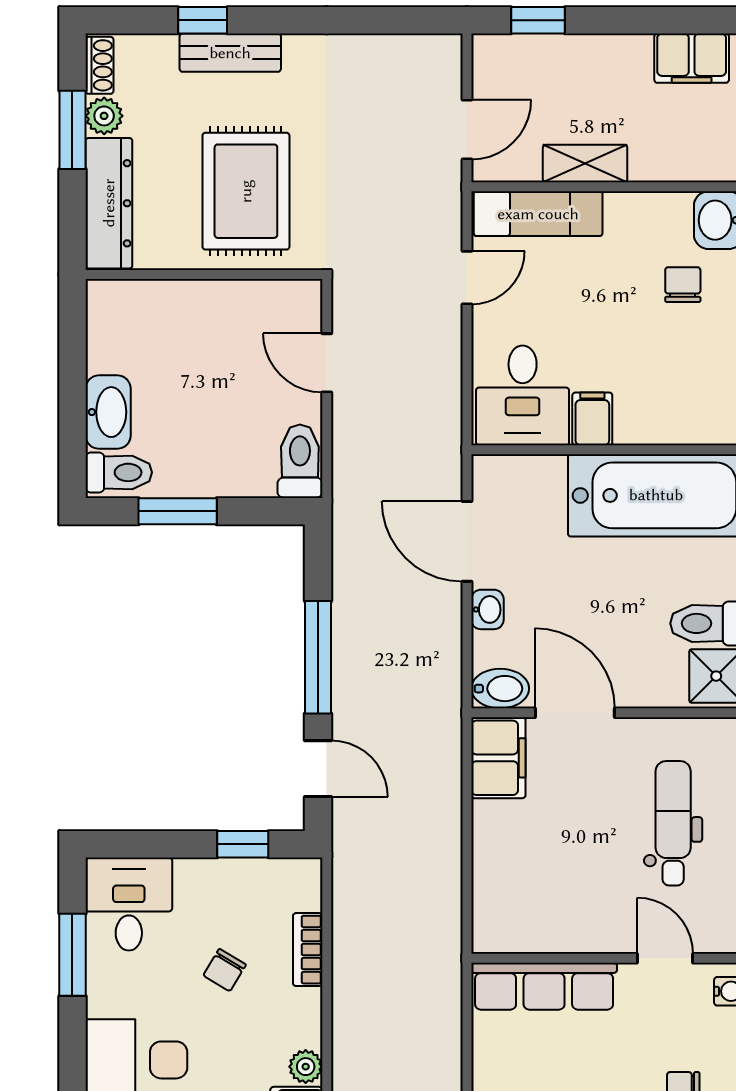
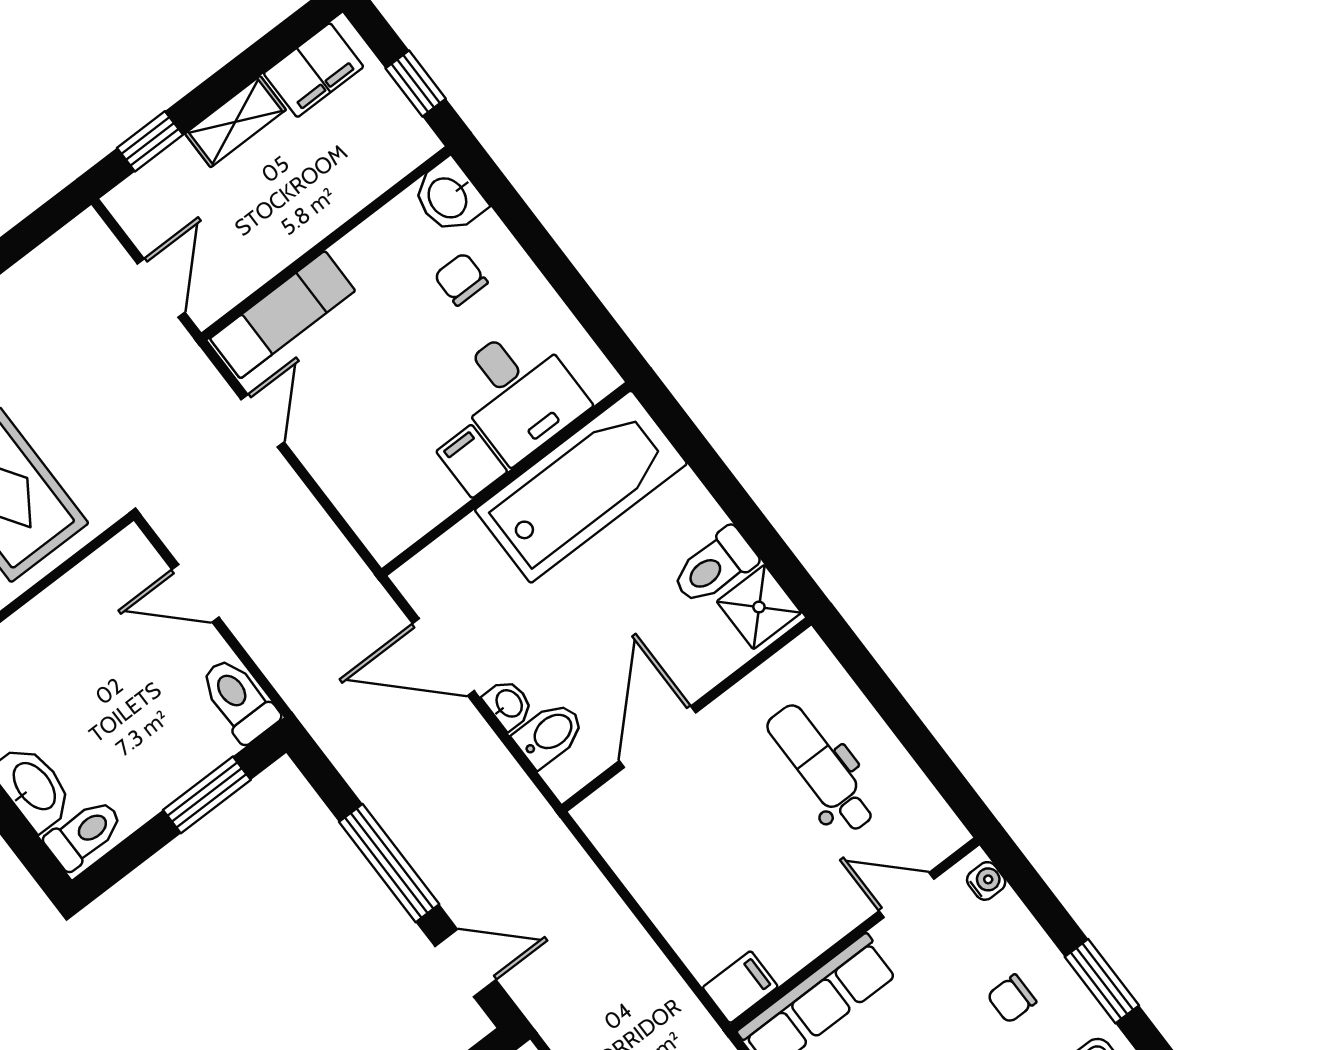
shelving: (585, 163) -> (235, 122), moved
desk: (523, 395) -> (518, 393), moved
window: (178, 511) -> (207, 795), moved
bidet: (500, 689) -> (549, 734), moved
door: (575, 713) -> (658, 737), hinge flipped
filing cabinet: (498, 758) -> (740, 987), moved, width x0.50

